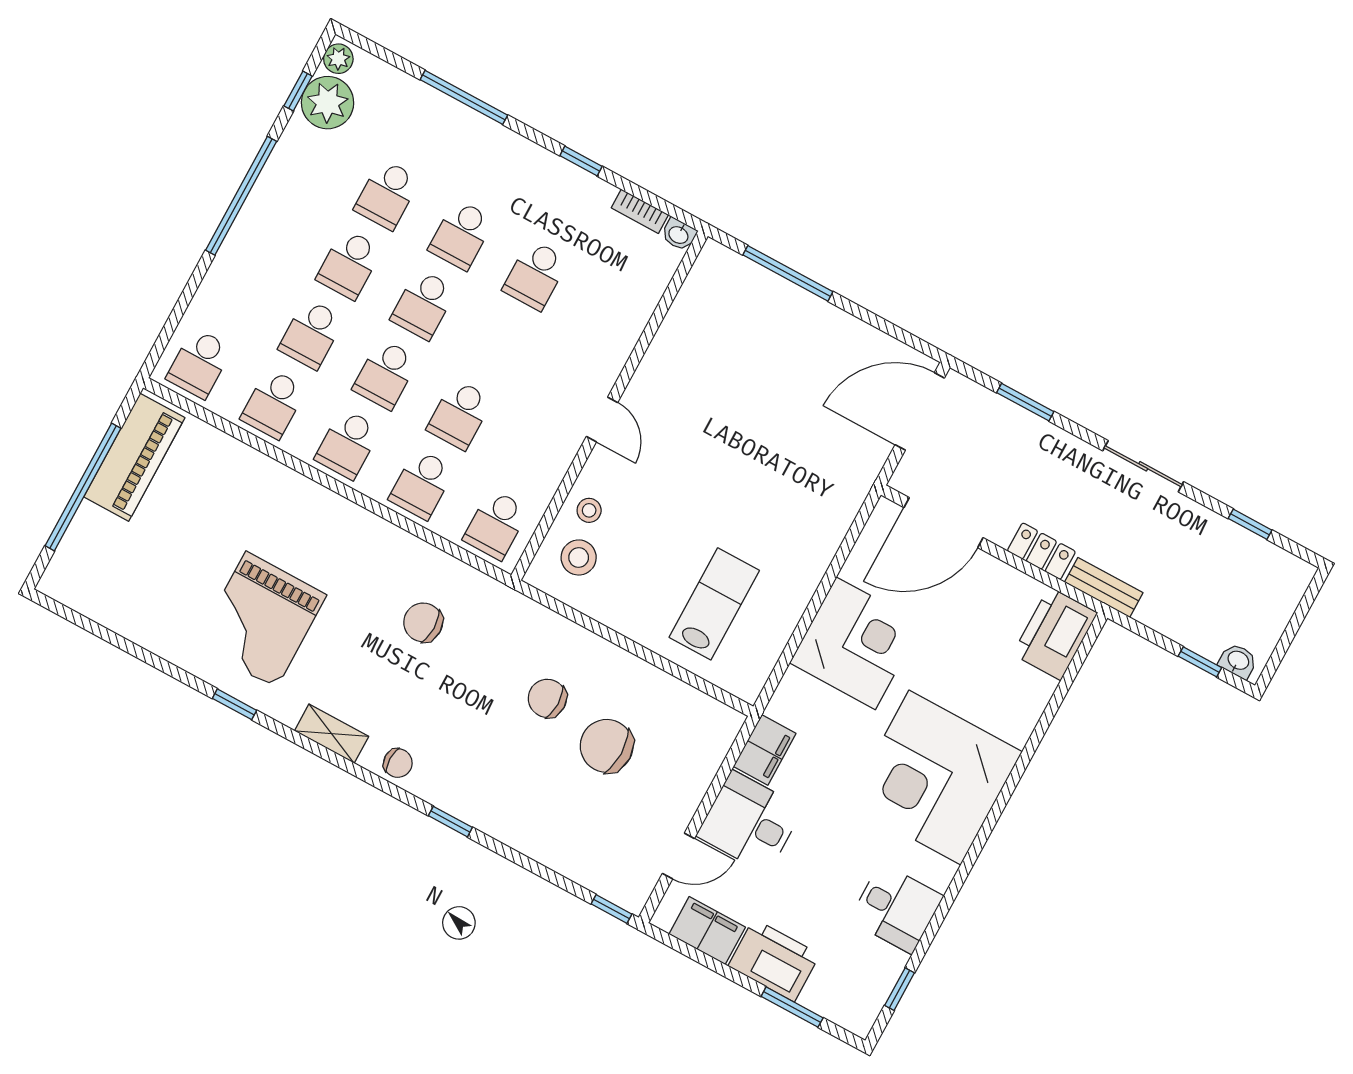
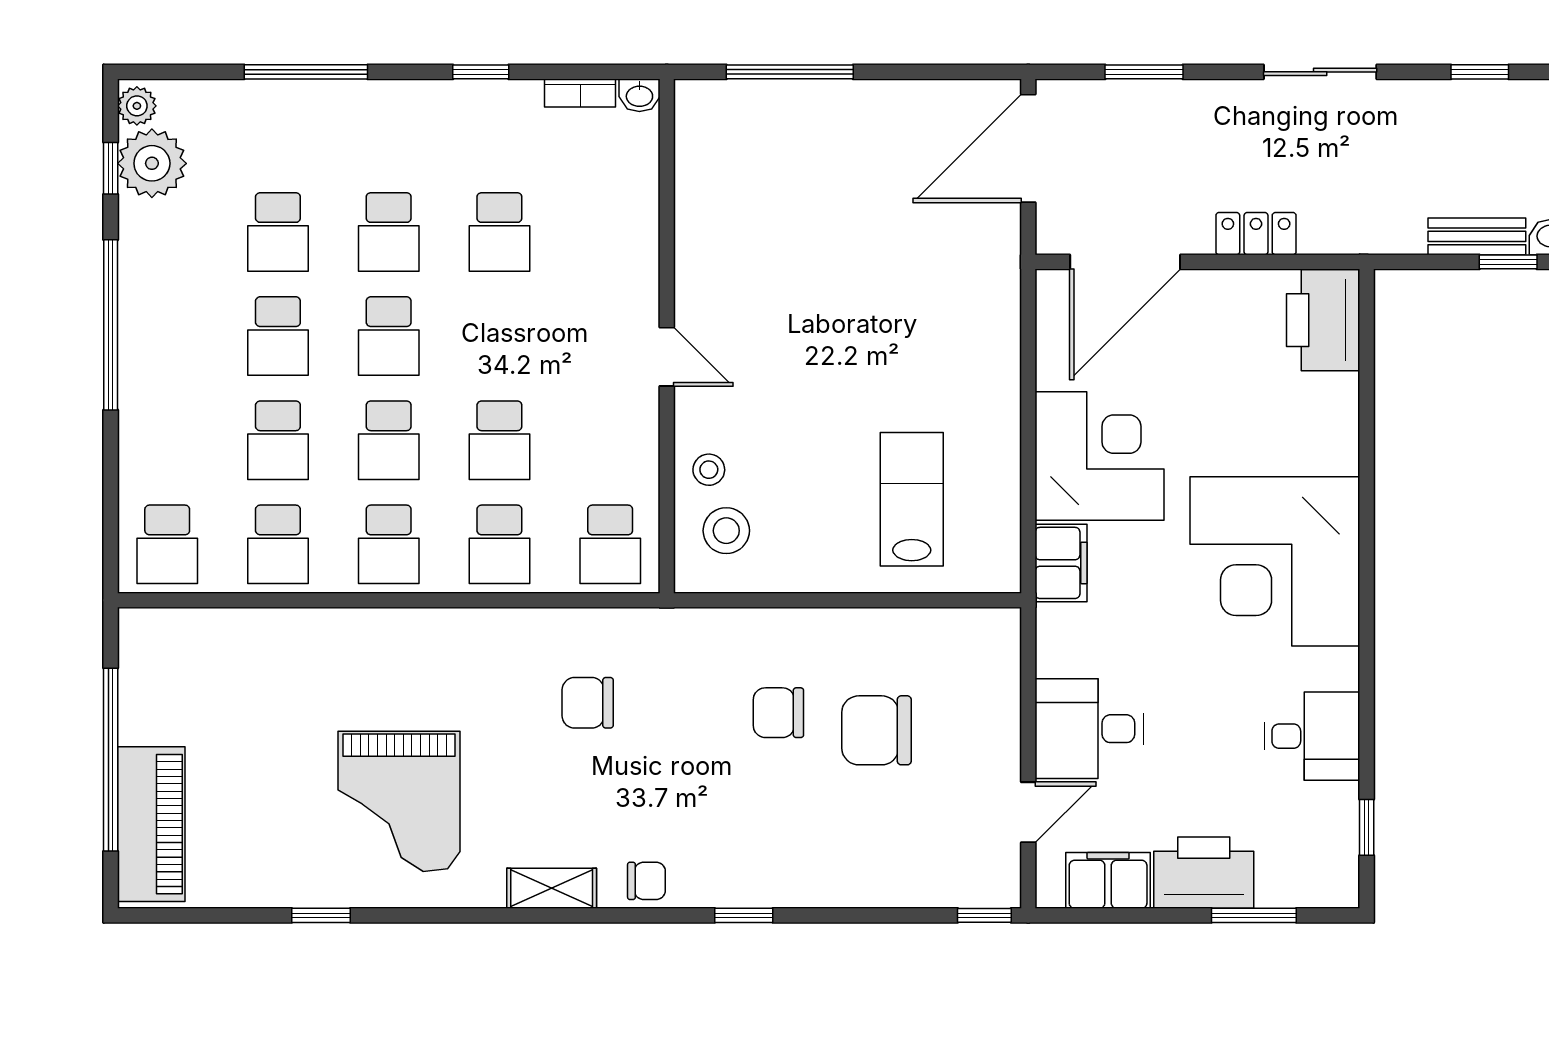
piano: (134, 457) -> (151, 824), moved
bench: (1104, 587) -> (1477, 236), moved
window: (234, 704) -> (321, 915), moved
filing cabinet: (765, 750) -> (1061, 563), moved

